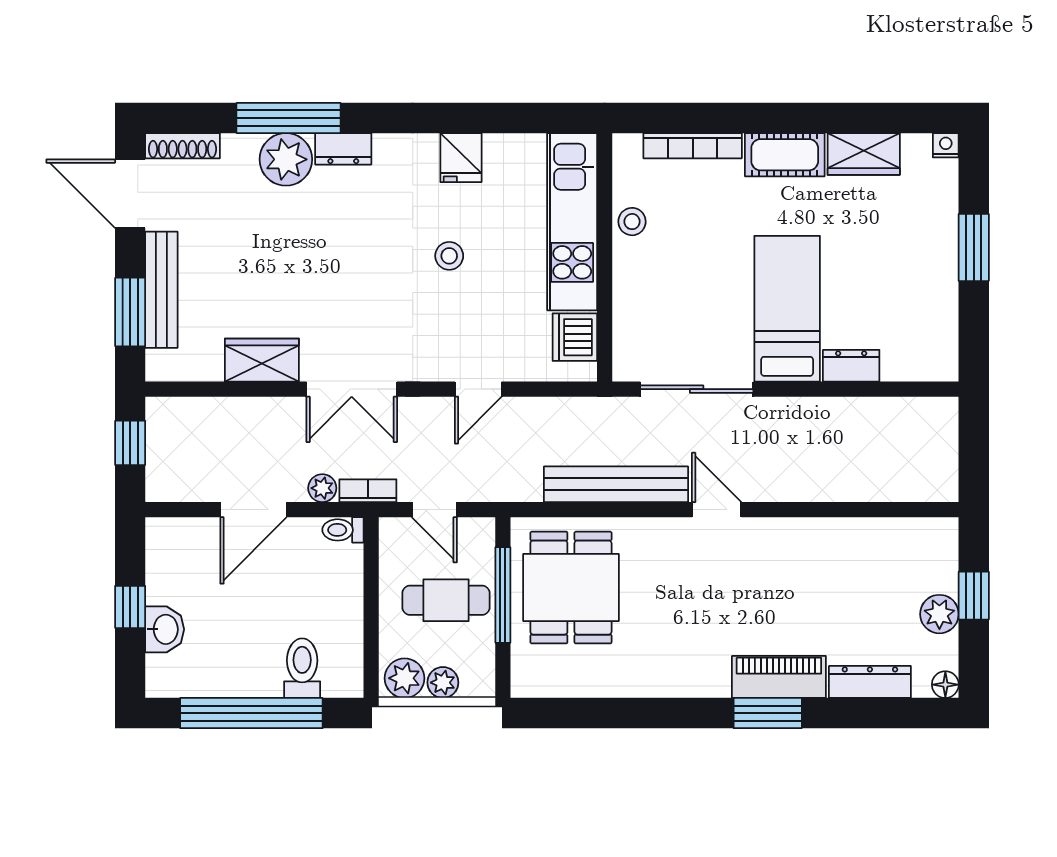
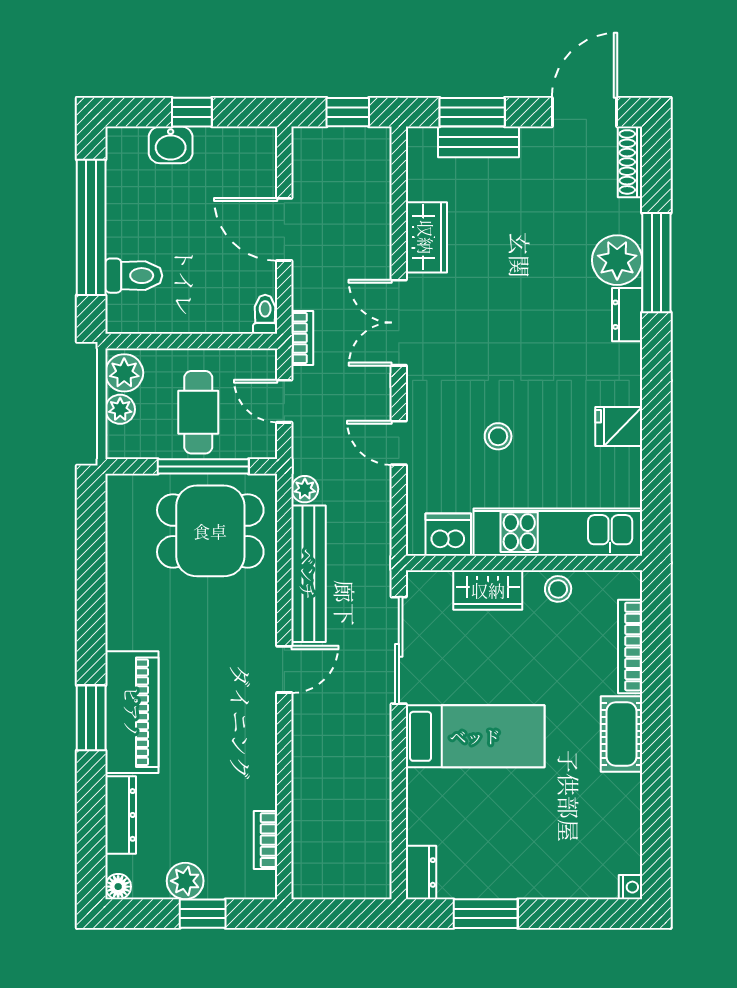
wardrobe: (864, 154) -> (488, 590), moved, turned -90
window: (974, 247) -> (486, 914), moved
stool: (449, 256) -> (498, 436), moved
bench: (161, 290) -> (479, 142), width x0.73
dresser: (851, 366) -> (421, 872), moved
plant: (322, 488) -> (305, 489), moved
door: (434, 510) -> (284, 401), hinge flipped
bookcase: (896, 529) -> (265, 840), added
piano: (779, 677) -> (132, 712), width x1.37, depth x1.33

